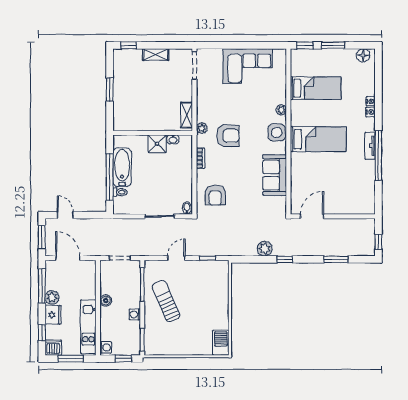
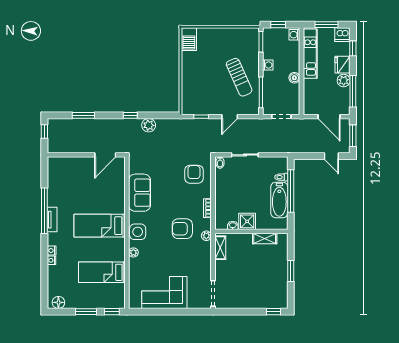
shelving: (156, 55) -> (265, 239), moved

